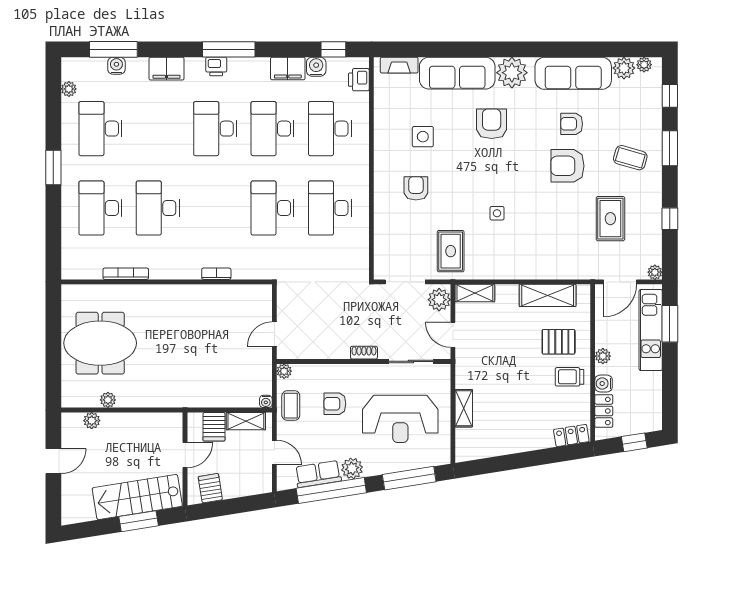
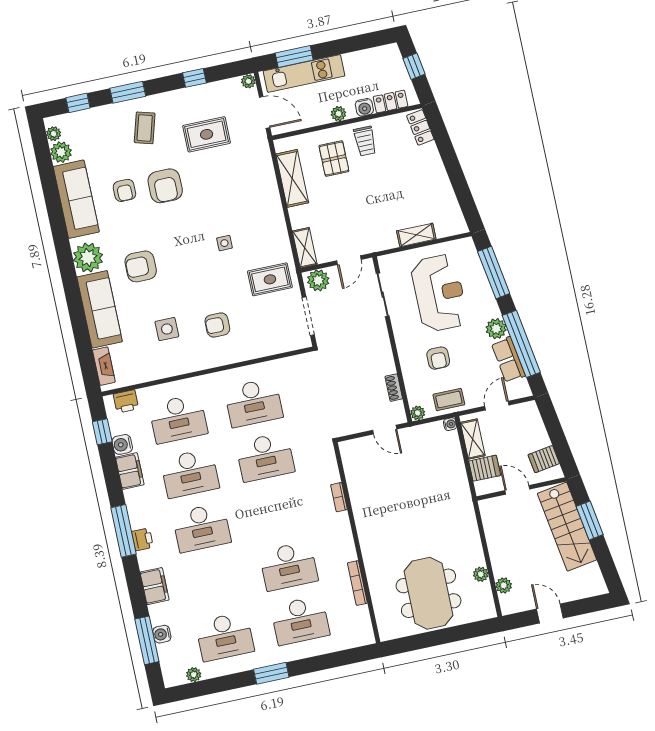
shoe rack: (364, 353) -> (394, 388), moved

